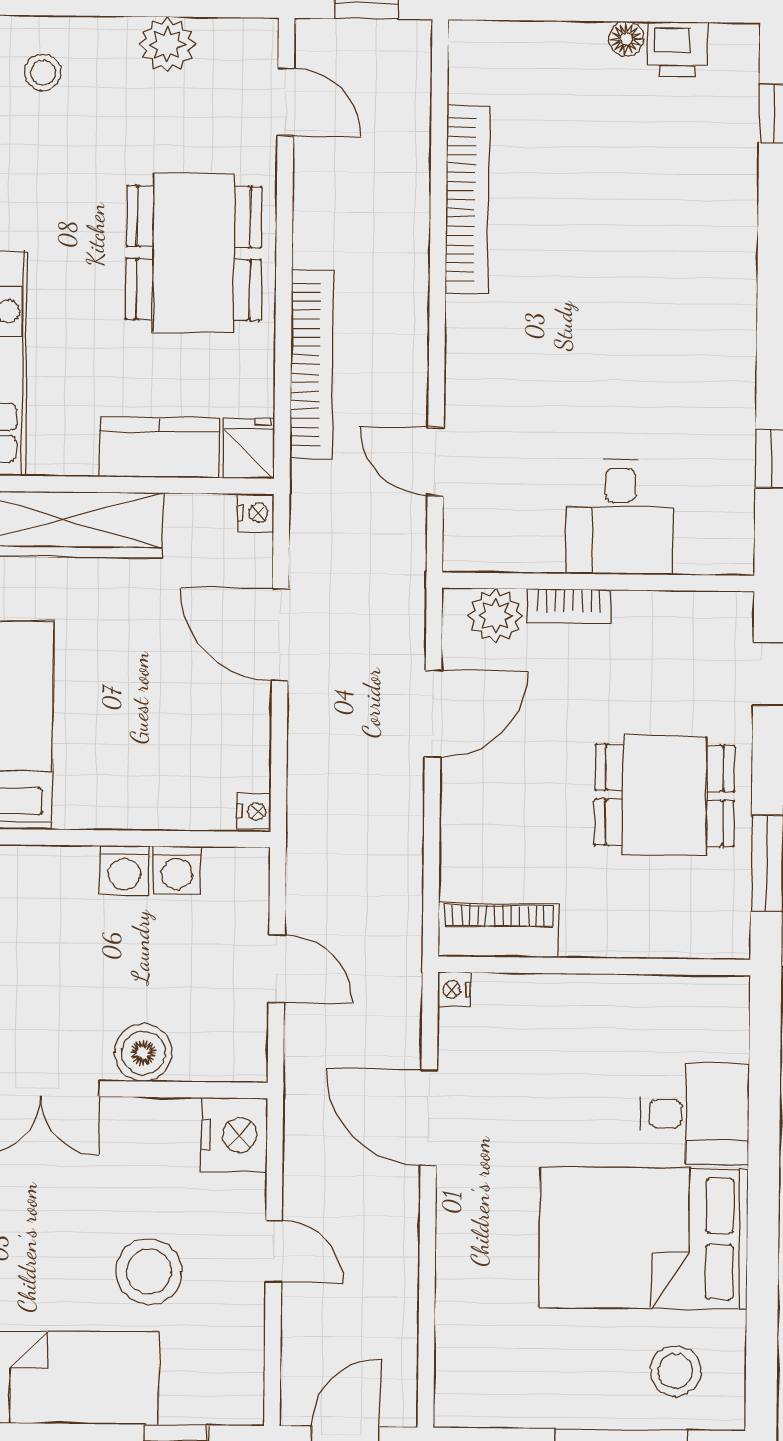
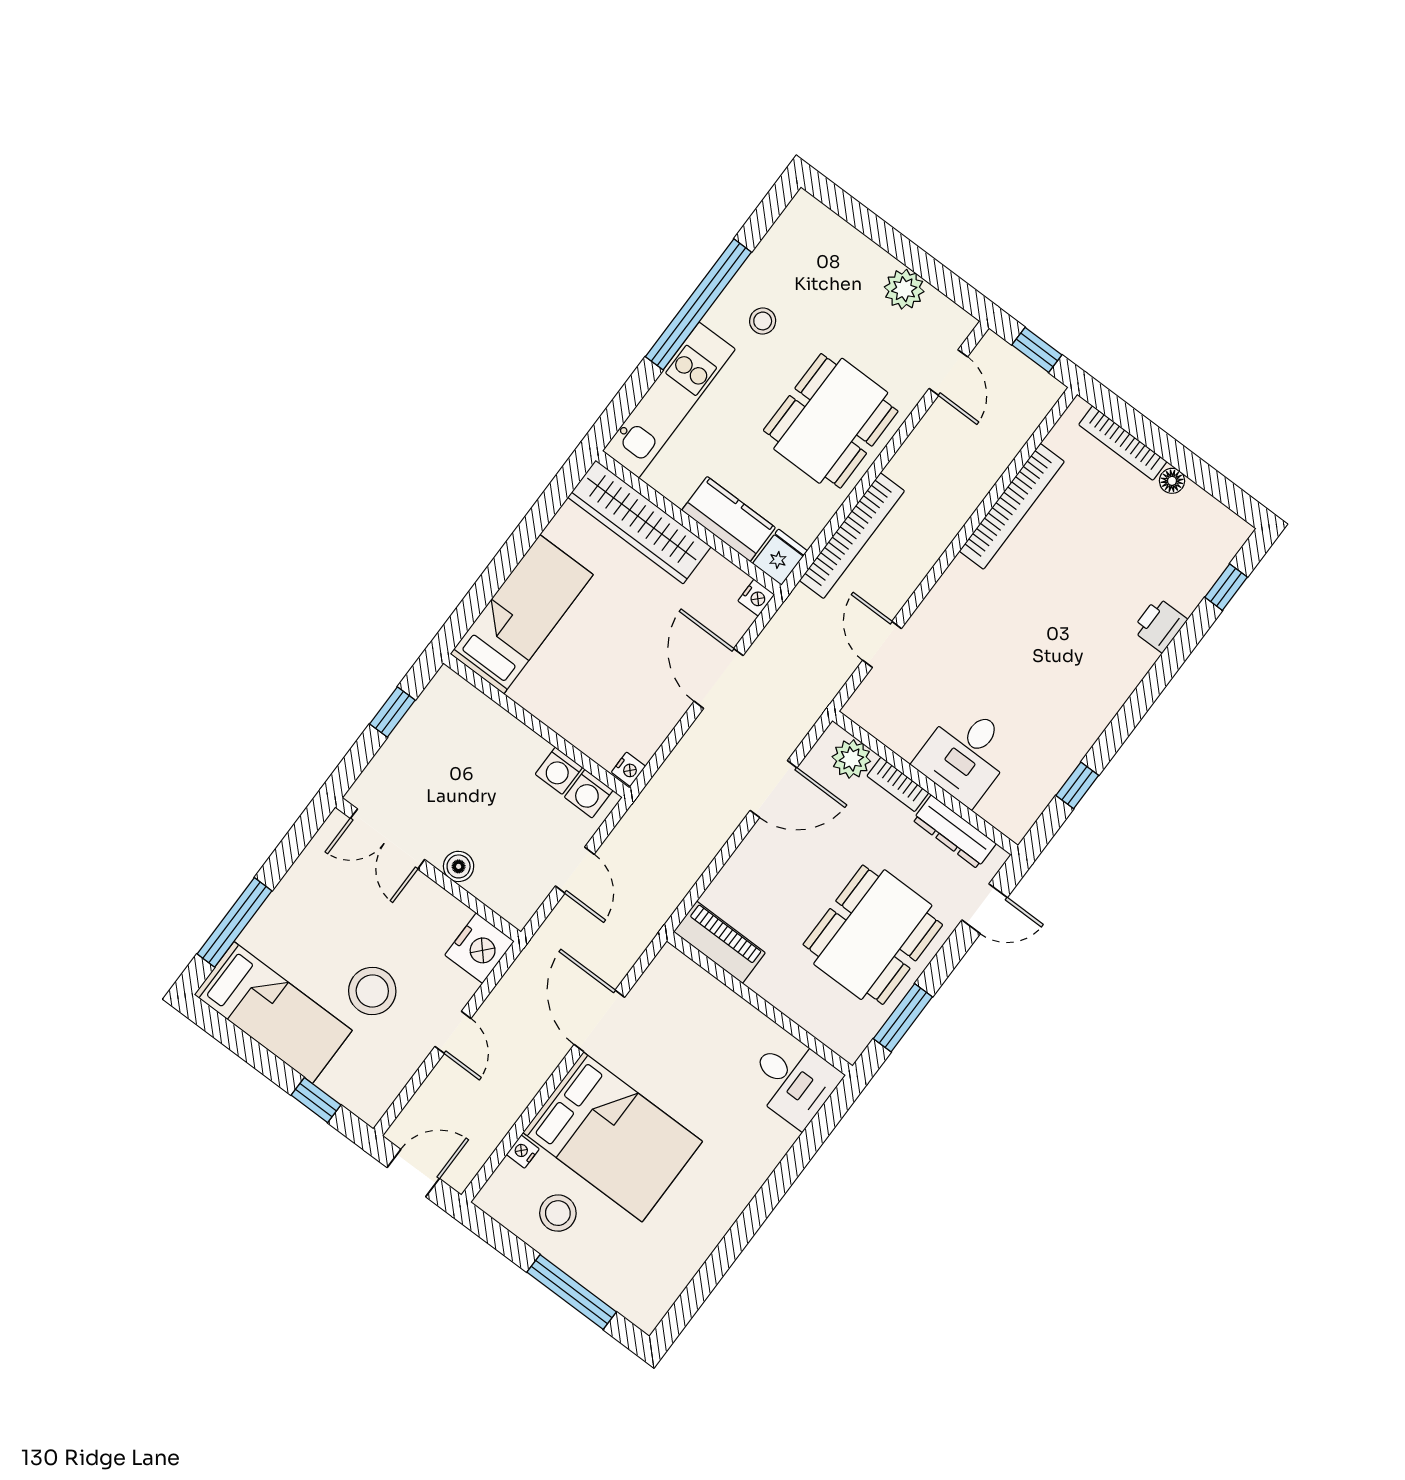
bookcase: (540, 37) -> (1123, 443), added
printer: (678, 49) -> (1160, 625), moved, turned 90
stool: (43, 73) -> (763, 321), moved
dresser: (671, 613) -> (954, 832), added
dining table: (665, 795) -> (873, 935), width x1.38
washing machine: (124, 870) -> (589, 794), moved
nightstand: (454, 989) -> (523, 1152), moved
boiler: (143, 1053) -> (459, 866), width x0.73, depth x0.73
desk: (695, 1114) -> (793, 1081), moved
bed: (643, 1238) -> (613, 1137), moved, turned 180
stool: (676, 1371) -> (558, 1213), moved

